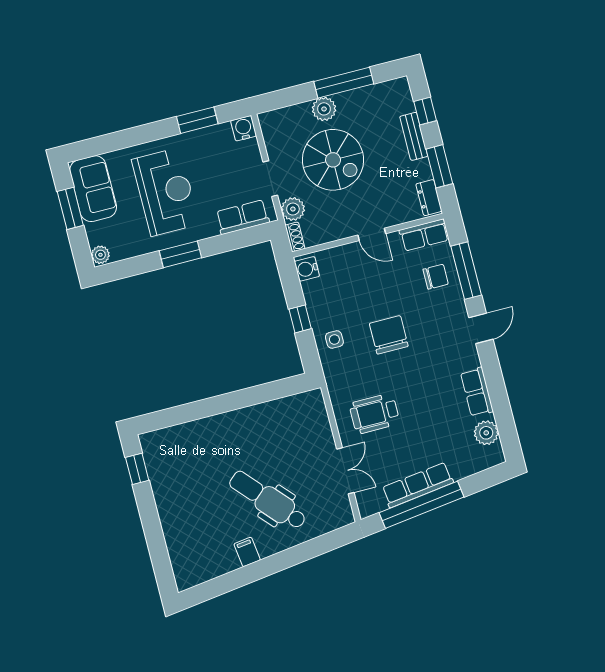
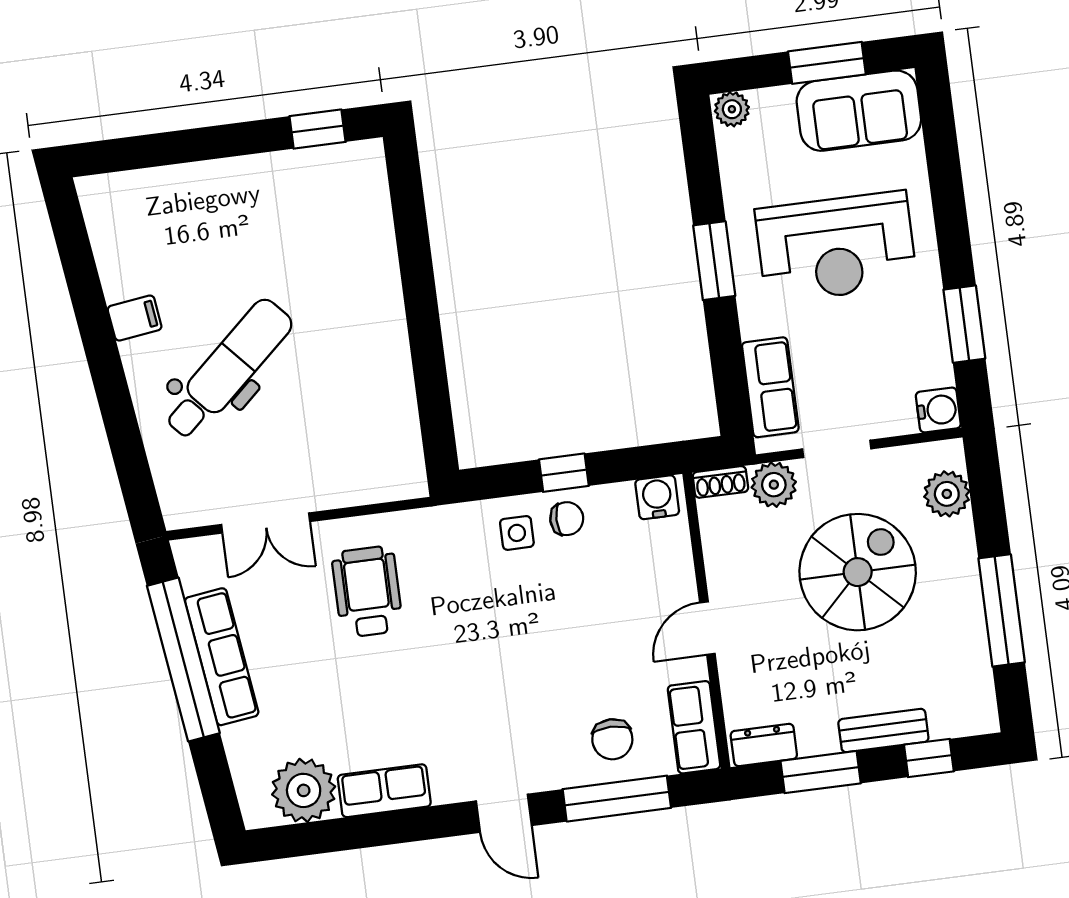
plant: (324, 109) -> (947, 494), moved
spiral stairs: (333, 160) -> (858, 572), turned 180
chair: (389, 335) -> (567, 519), moved, width x0.54, depth x0.54
plant: (486, 433) -> (304, 790), width x1.36, depth x1.36

